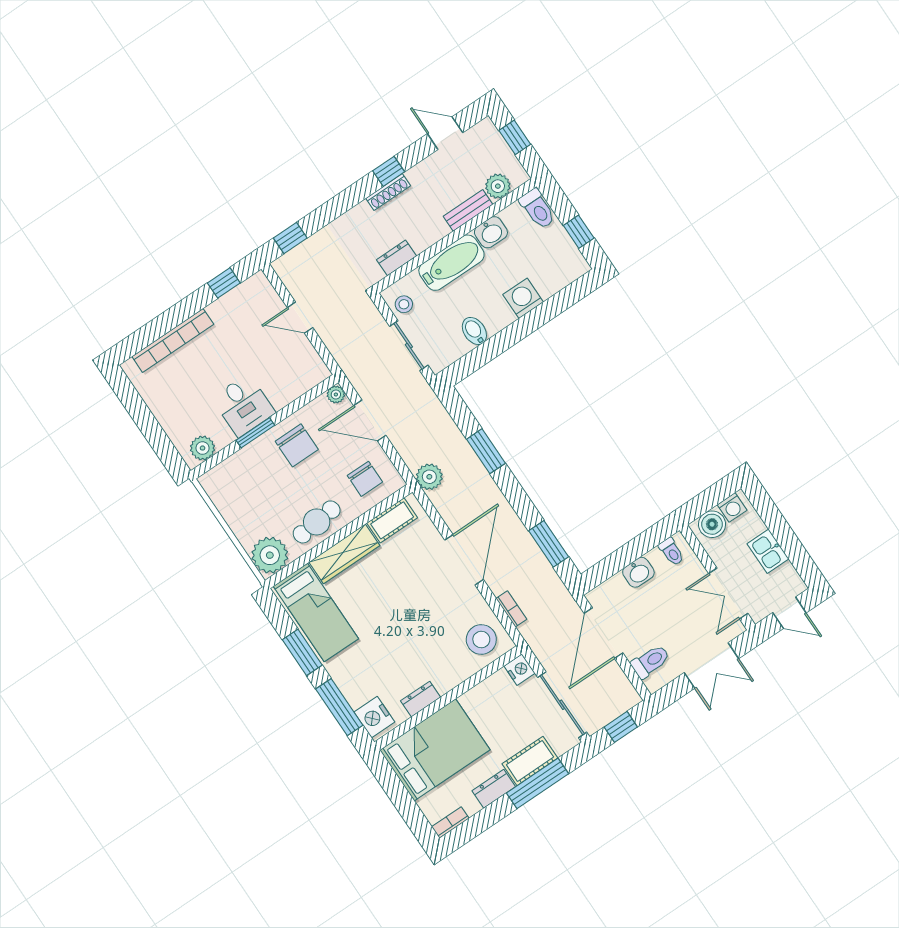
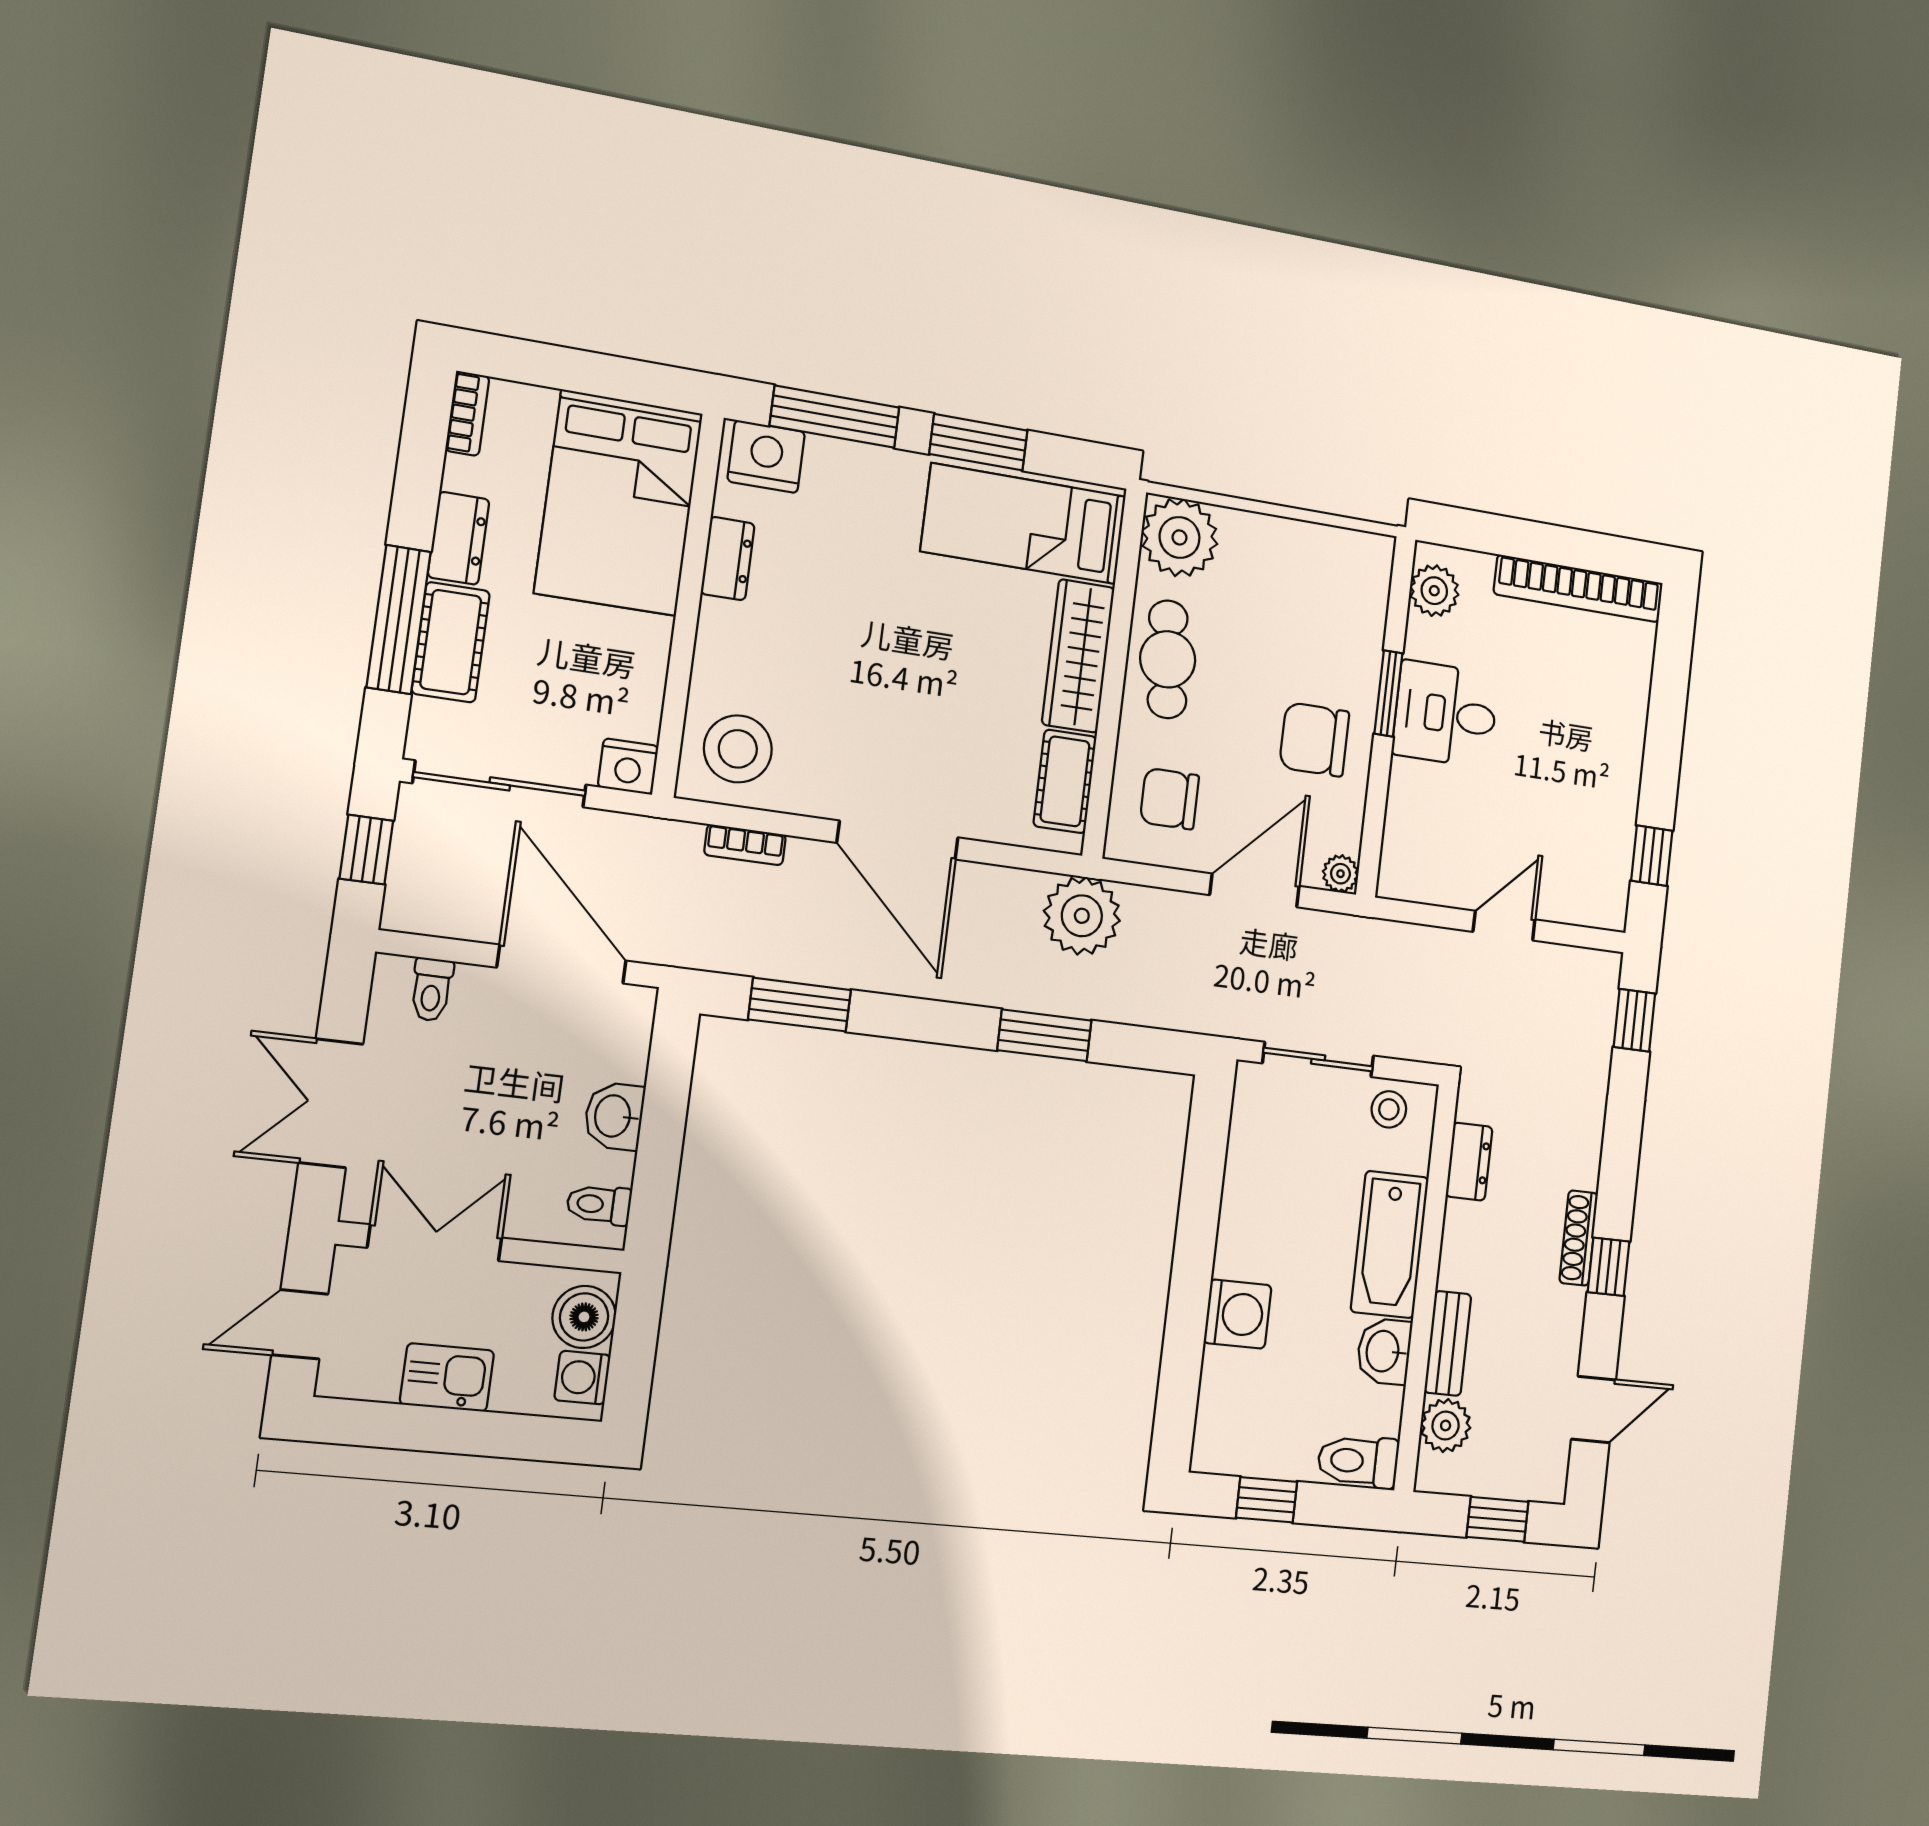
bidet: (474, 331) -> (1253, 1187), removed
bookcase: (173, 340) -> (1579, 589), moved, turned -90
plant: (429, 477) -> (1082, 916), width x1.36, depth x1.36
toilet: (650, 661) -> (432, 990), width x0.73, depth x0.72

